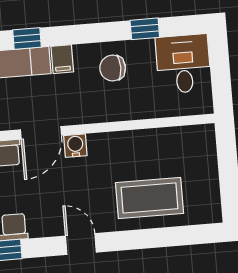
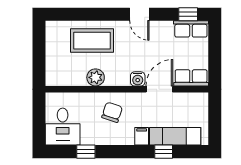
chair: (113, 68) -> (112, 112), moved, turned -72
plant: (139, 143) -> (96, 77), added

